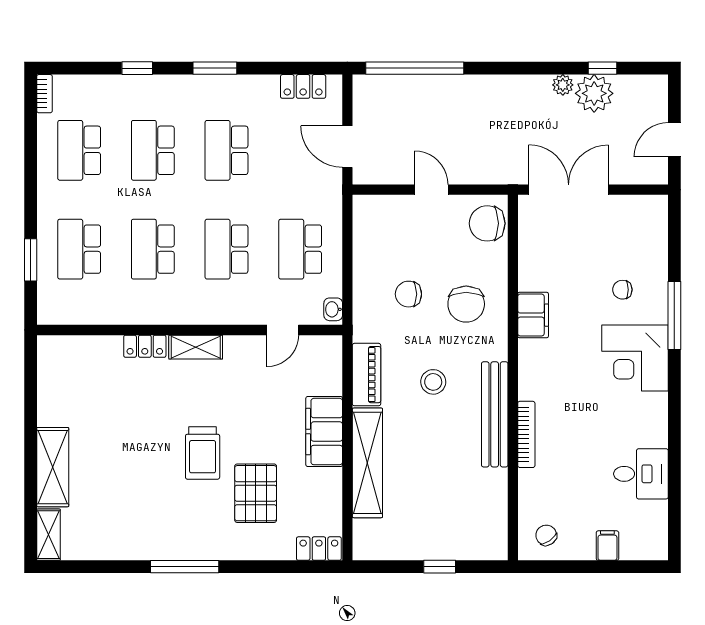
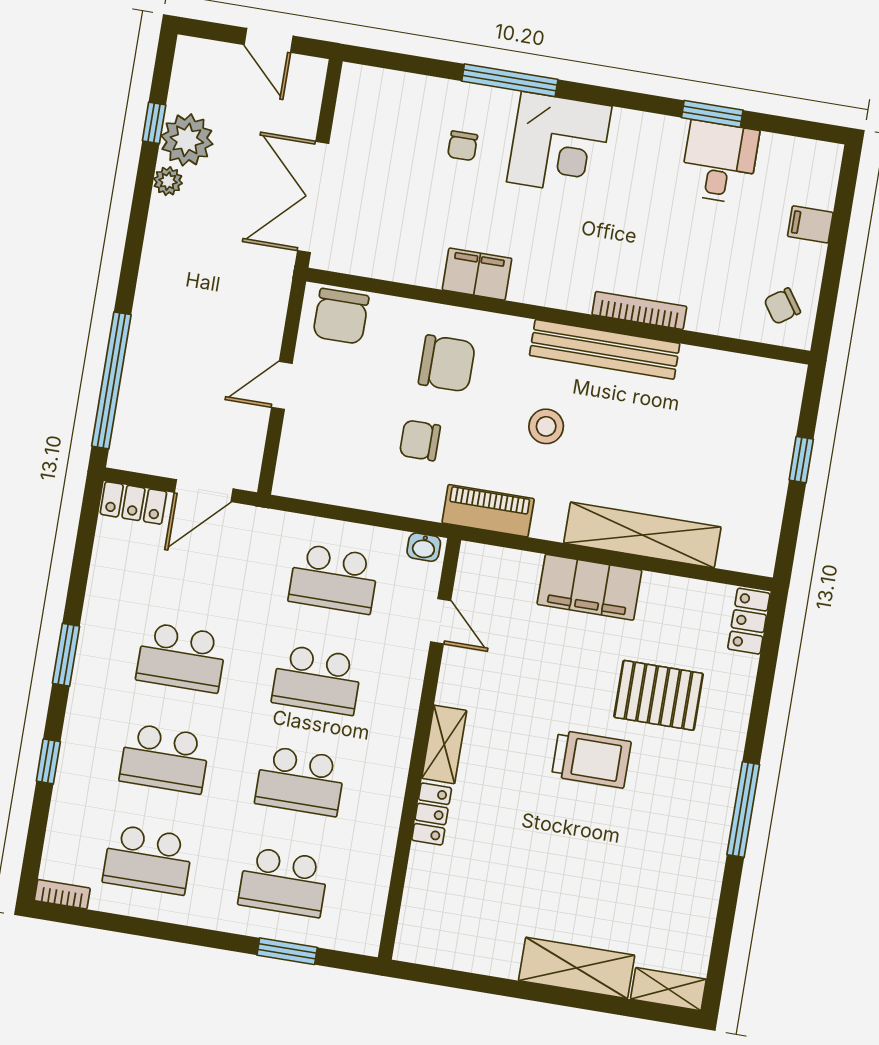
locker: (303, 86) -> (133, 503), moved, turned 90
chair: (408, 294) -> (420, 440), turned 90
piano: (367, 375) -> (488, 511), moved
window: (674, 463) -> (712, 114), added

